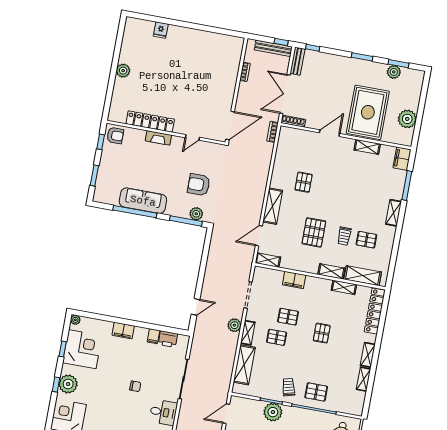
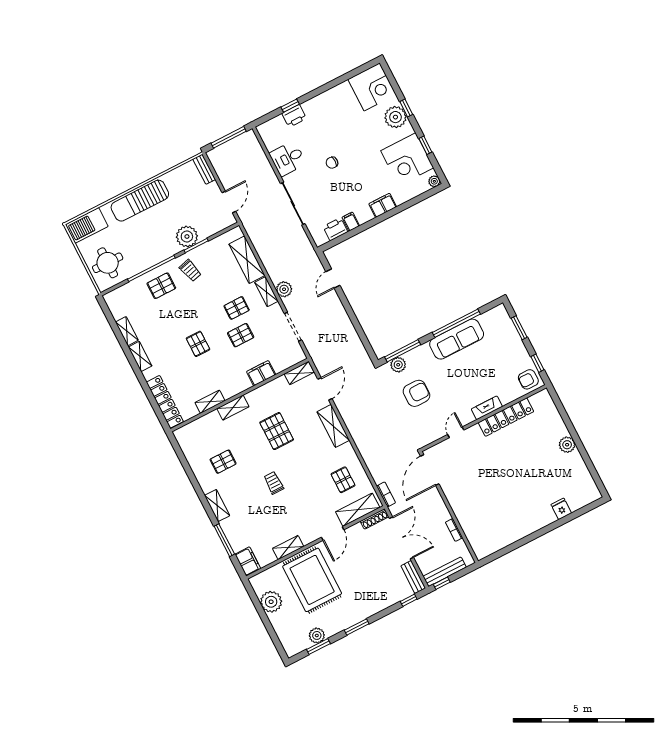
pallet: (304, 182) -> (343, 480), moved
trolley: (344, 236) -> (274, 483), moved
shelving: (363, 276) -> (358, 510), moved

